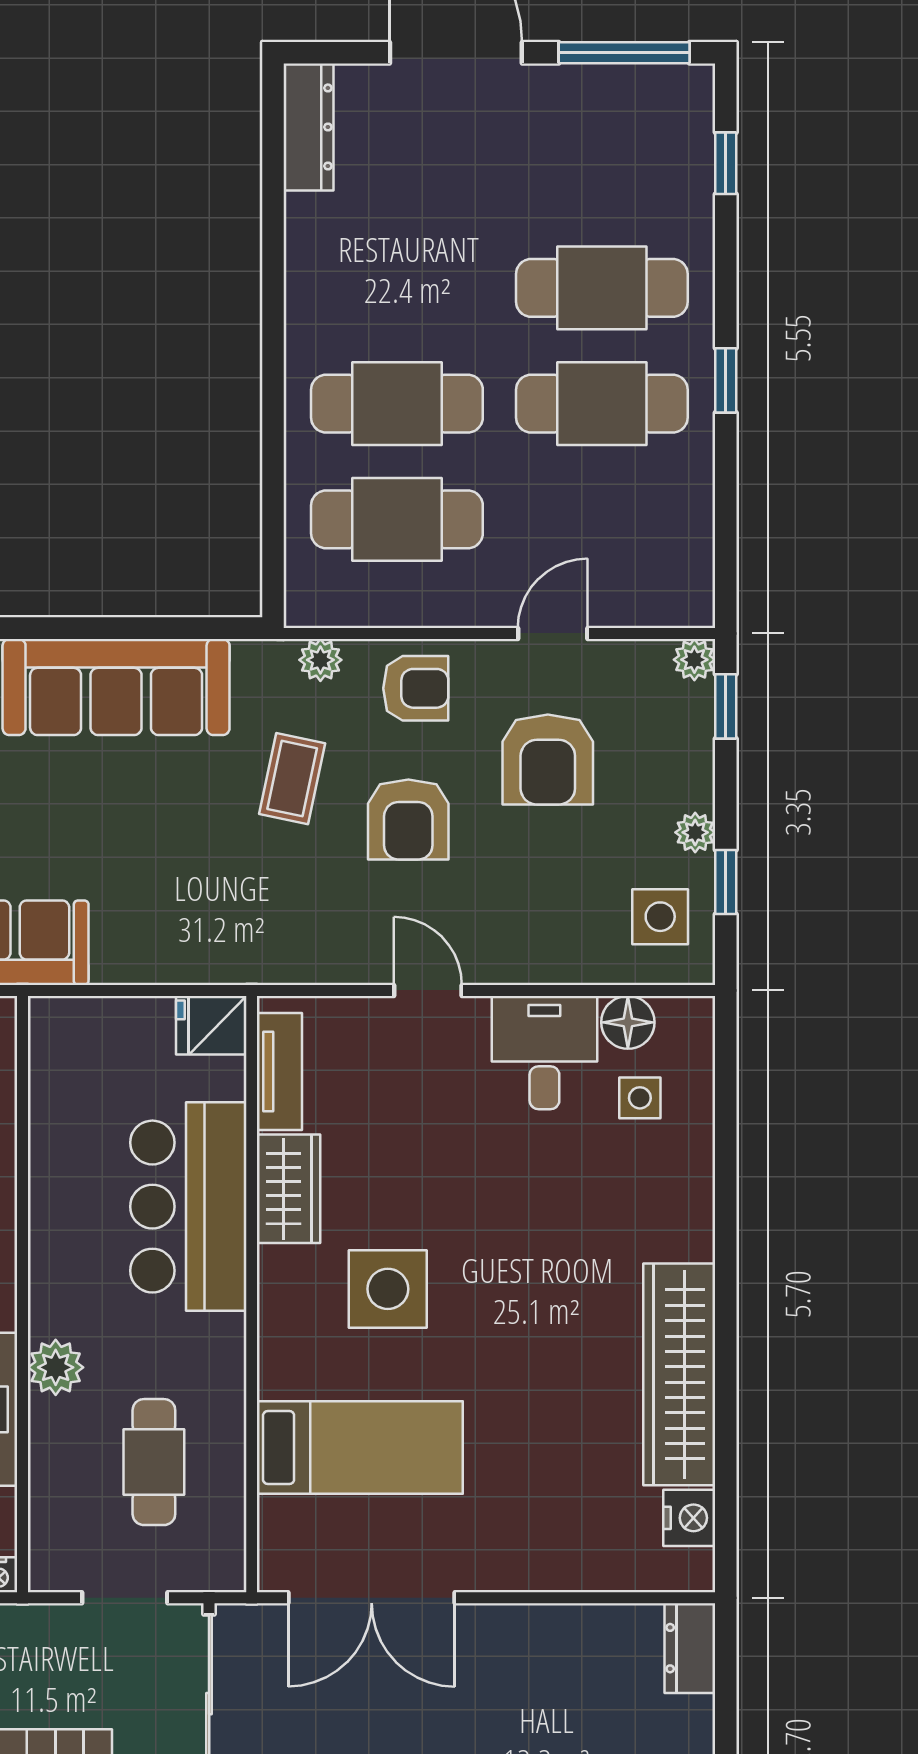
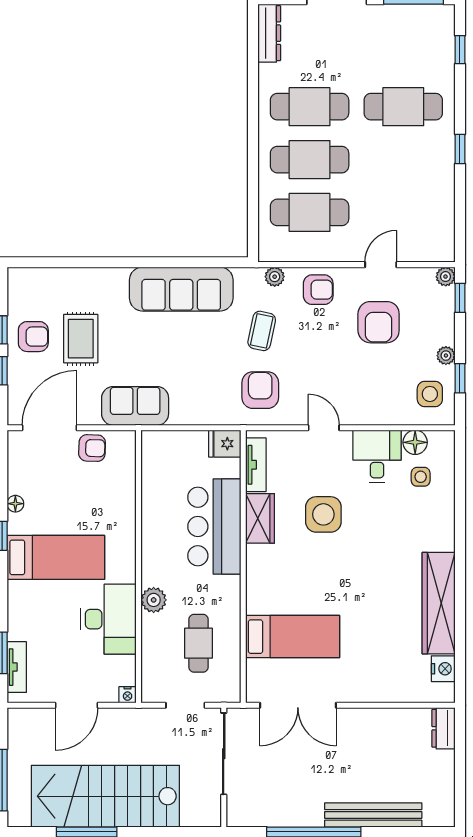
cafe table: (602, 404) -> (310, 107), moved
armchair: (408, 820) -> (260, 390), moved, turned 180
side table: (388, 1289) -> (323, 514), moved

